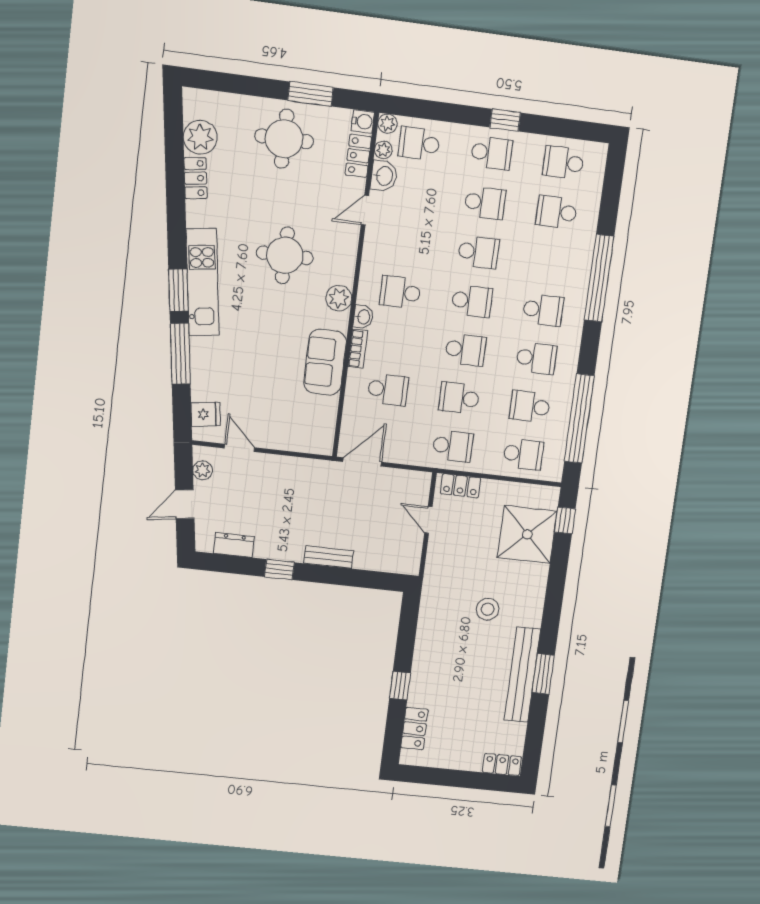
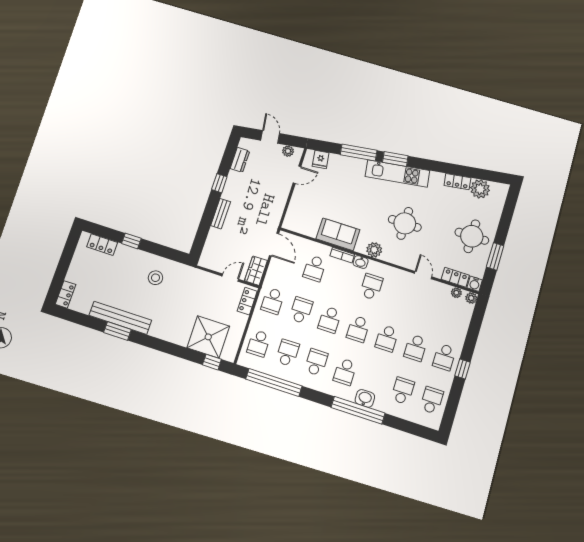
school desk: (419, 143) -> (457, 315), removed
washbasin: (384, 176) -> (365, 398), moved, turned 180
school desk: (536, 358) -> (316, 362), turned 180
wardrobe: (410, 482) -> (256, 271), added
stool: (488, 609) -> (155, 278), moved

